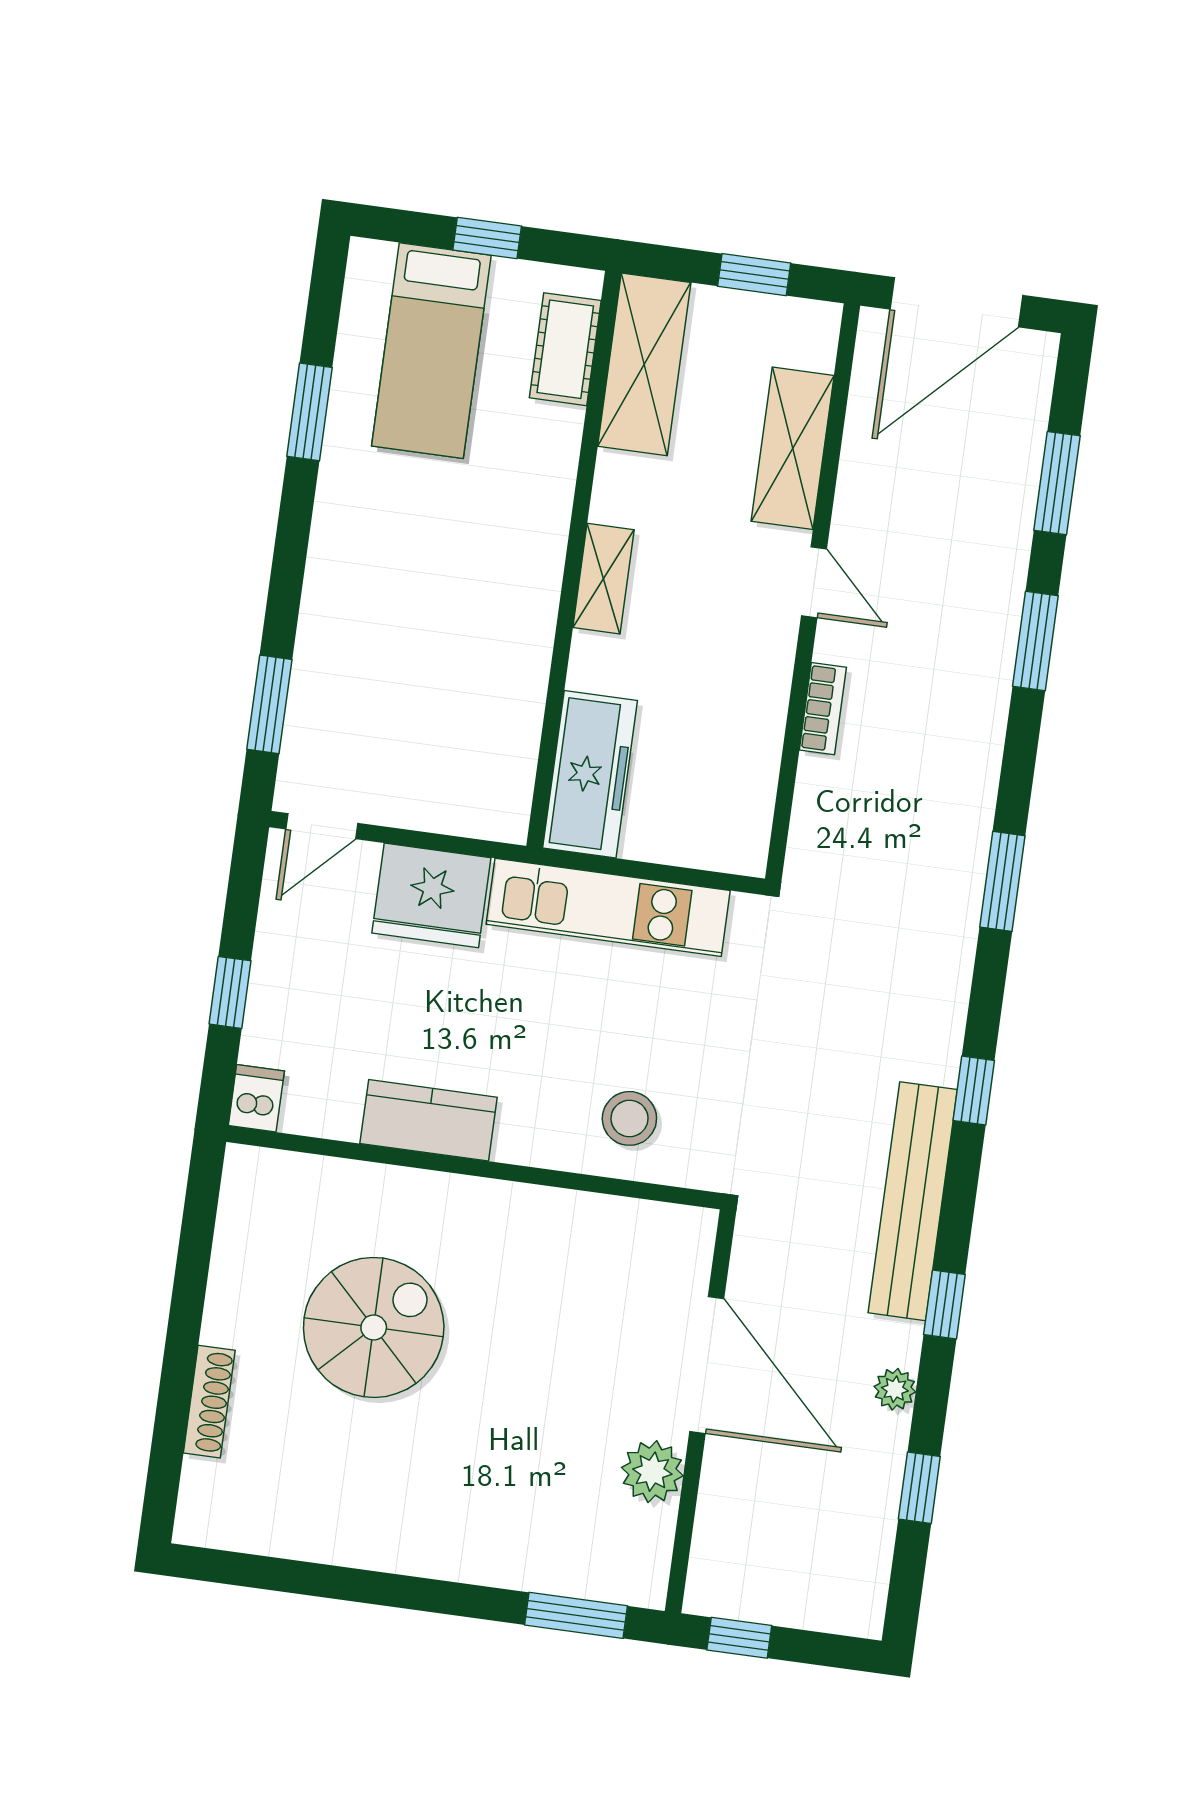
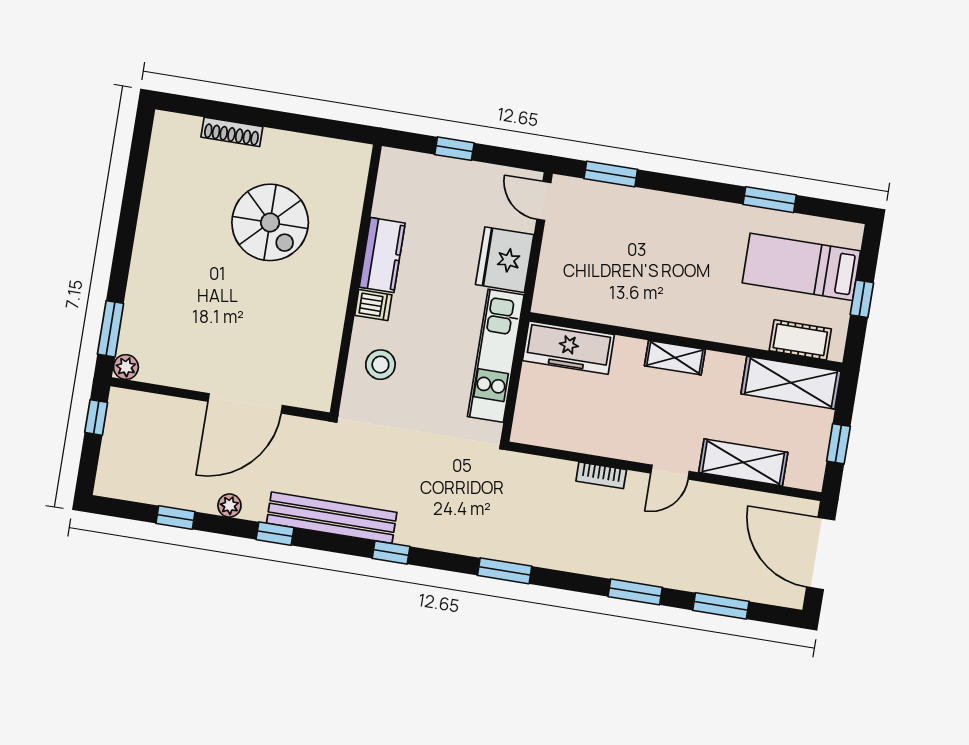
dishwasher: (256, 1098) -> (373, 305), moved
plant: (652, 1472) -> (126, 367), moved, width x0.73, depth x0.73

